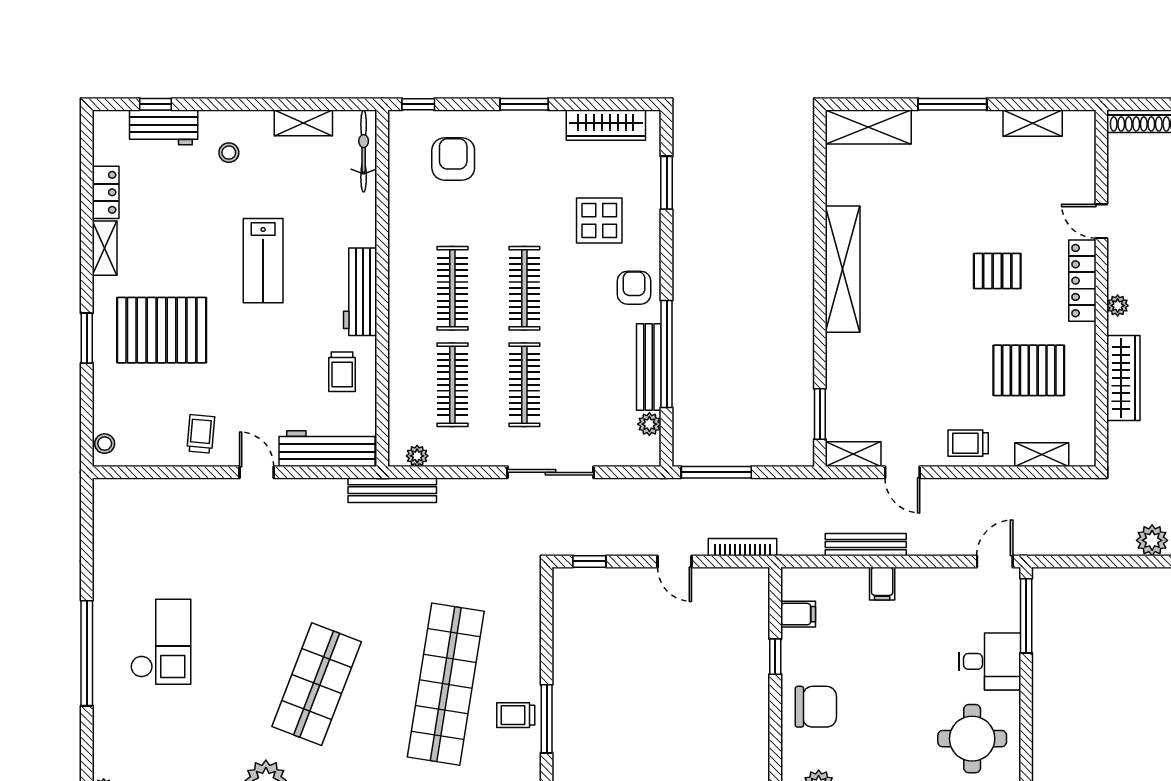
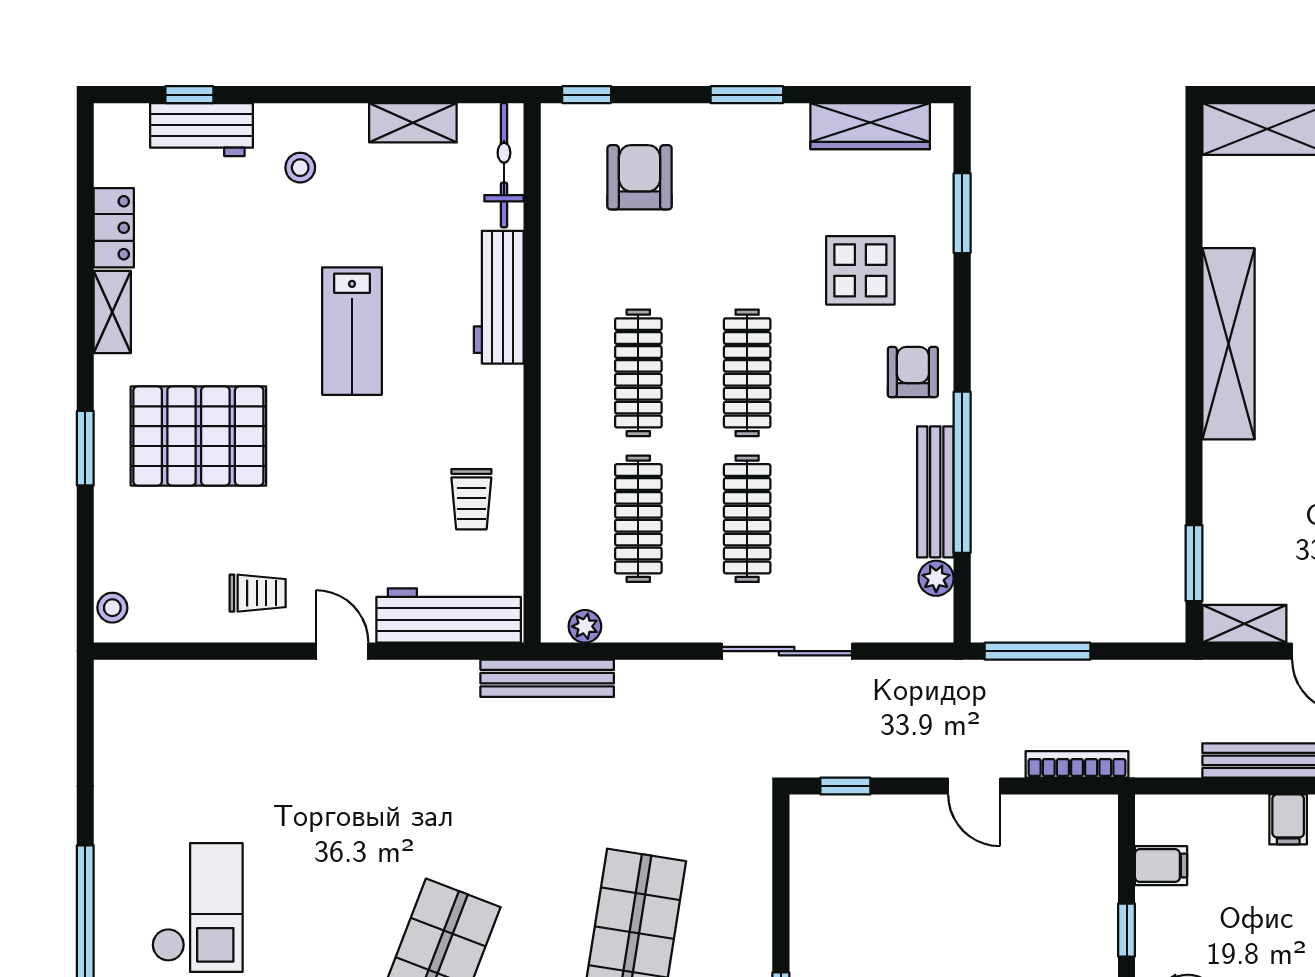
workbench: (360, 292) -> (499, 297), moved
trolley: (201, 434) -> (258, 593), turned 85

